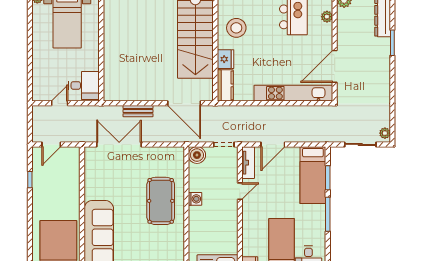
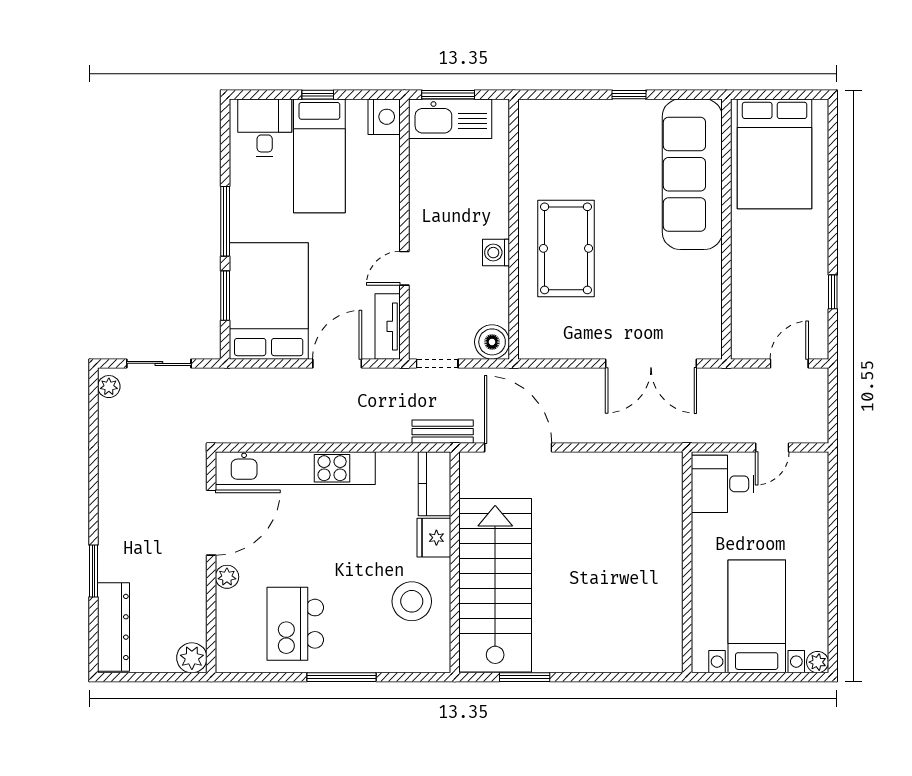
plant: (327, 17) -> (227, 577), moved
bench: (138, 111) -> (443, 432), moved
bed: (313, 175) -> (269, 301), width x1.50

